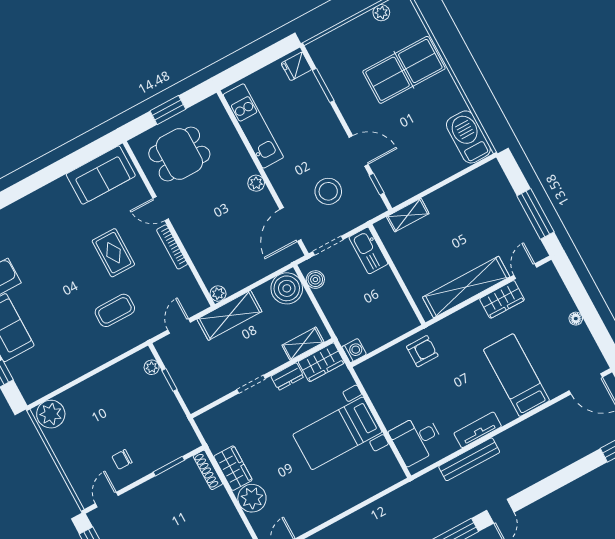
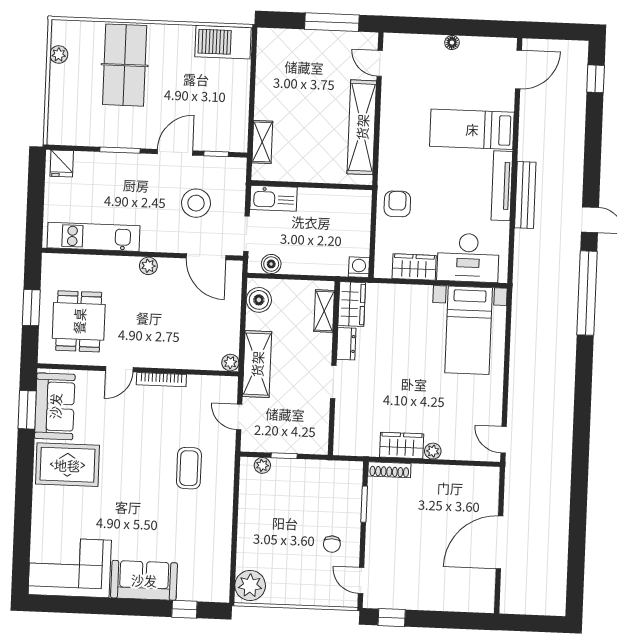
window: (323, 85) -> (120, 150), moved
window: (85, 155) -> (27, 410), added
rug: (113, 253) -> (67, 465), moved, width x1.36, depth x1.43
boiler: (287, 288) -> (259, 300), width x0.73, depth x0.73
wardrobe: (502, 299) -> (414, 267), moved, turned -90
tv unit: (478, 430) -> (502, 186), width x1.41
bed with nightstands: (337, 433) -> (469, 330), moved
desk: (417, 439) -> (468, 258), width x1.37
bench: (469, 459) -> (525, 195), moved
plant: (252, 498) -> (433, 451), width x0.53, depth x0.53

